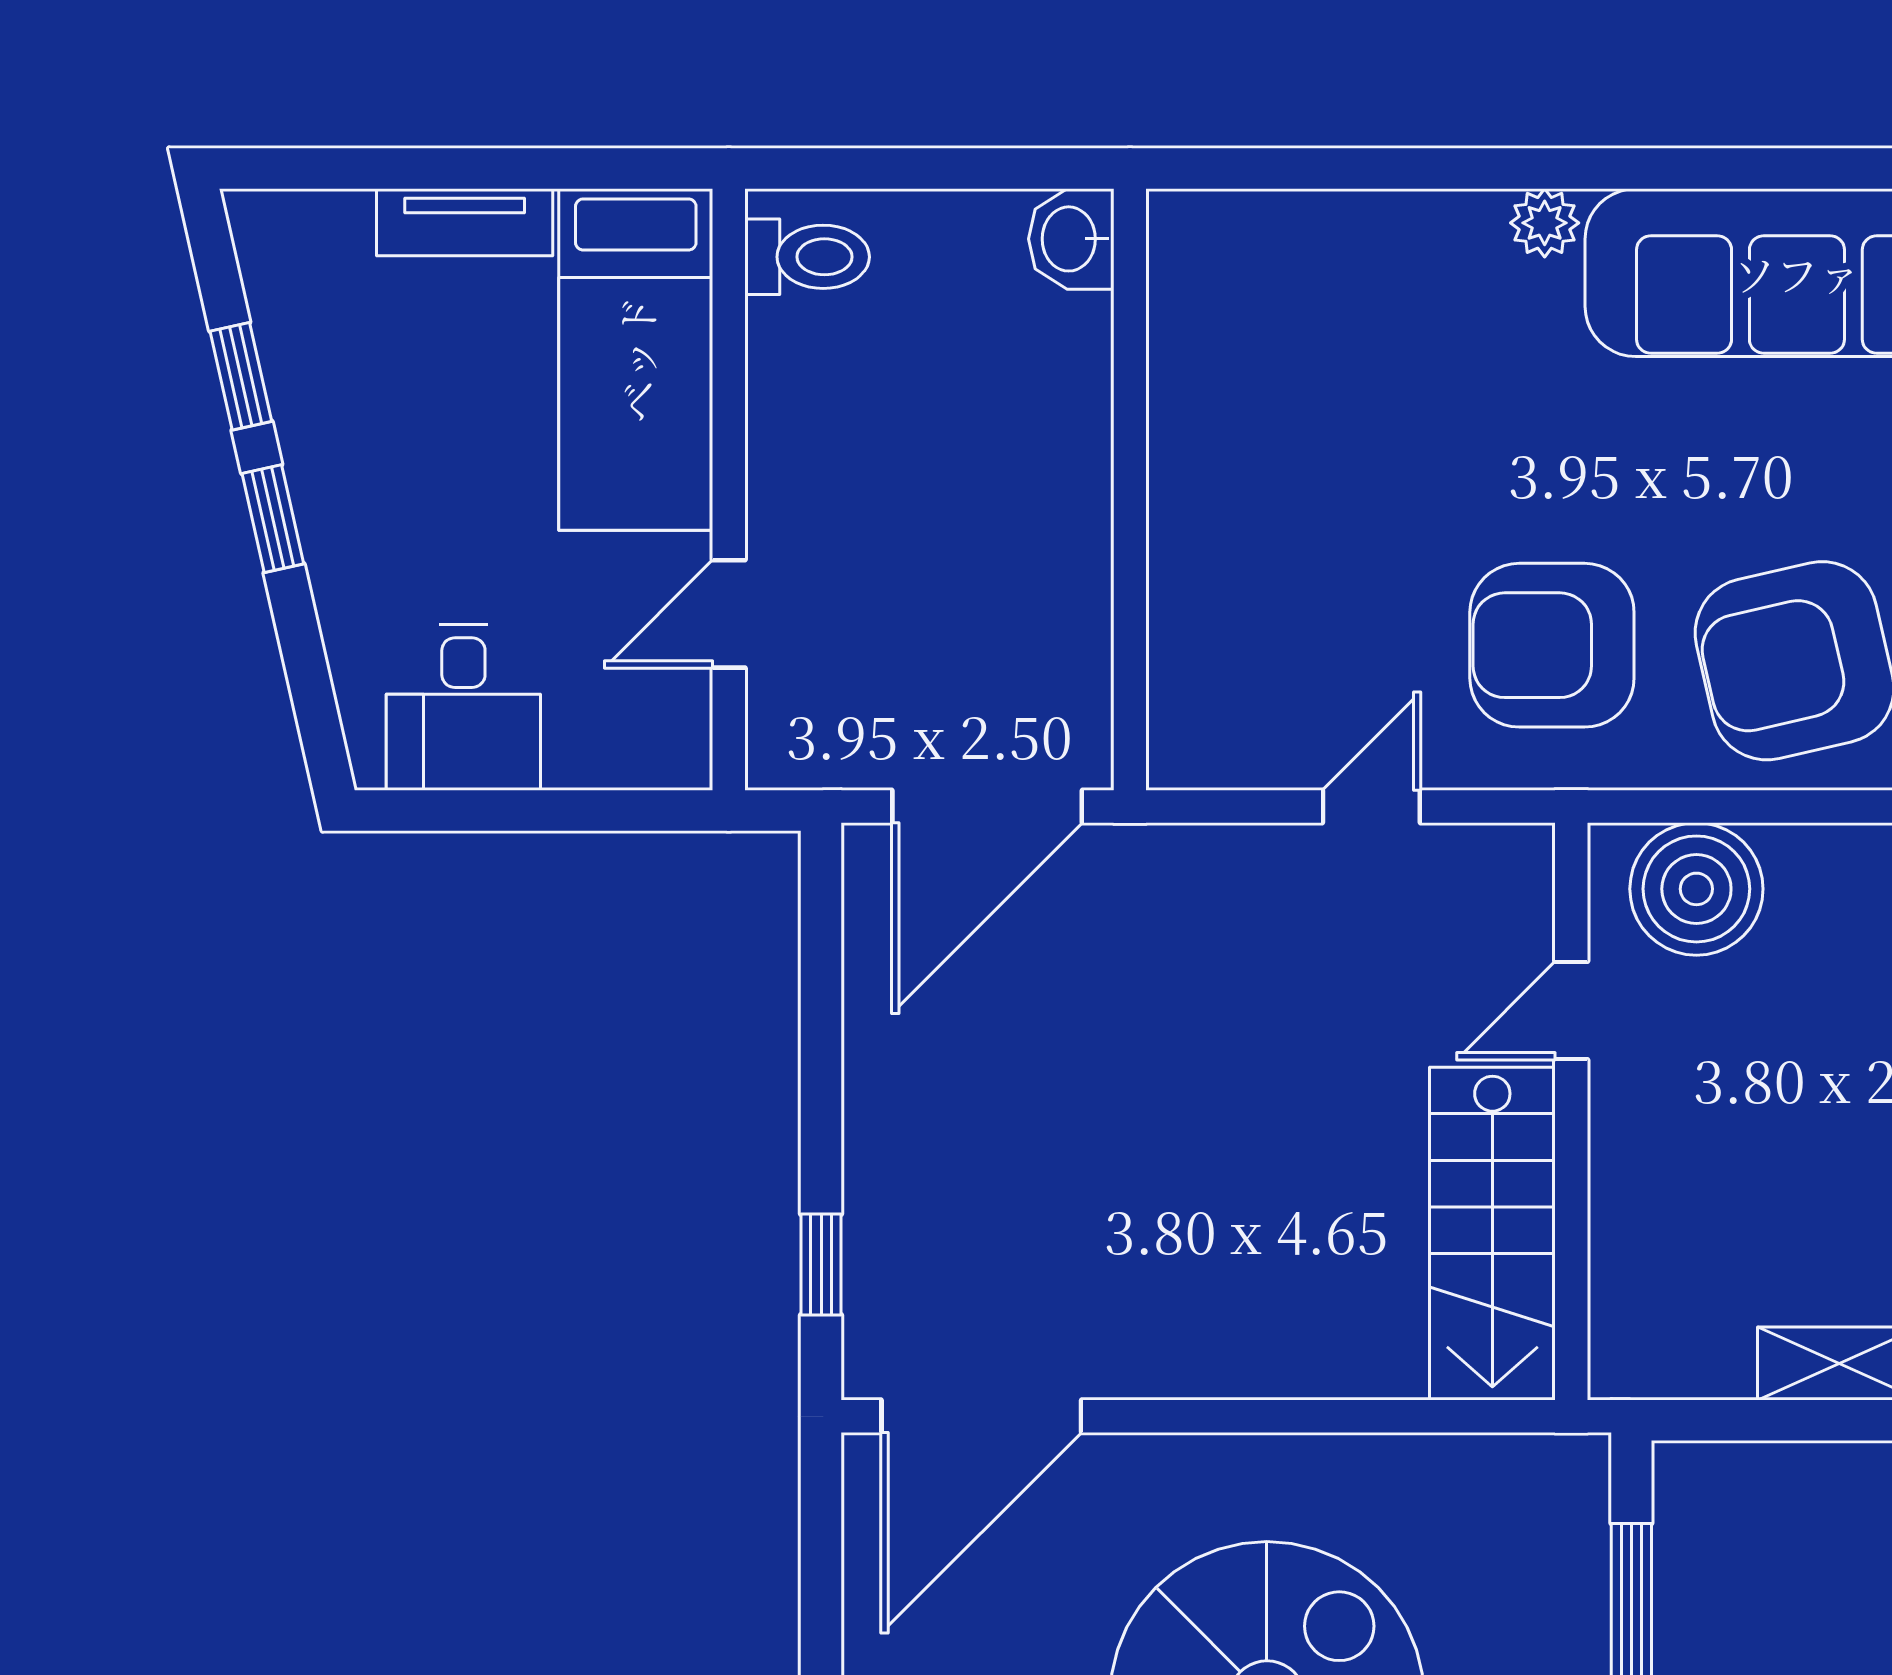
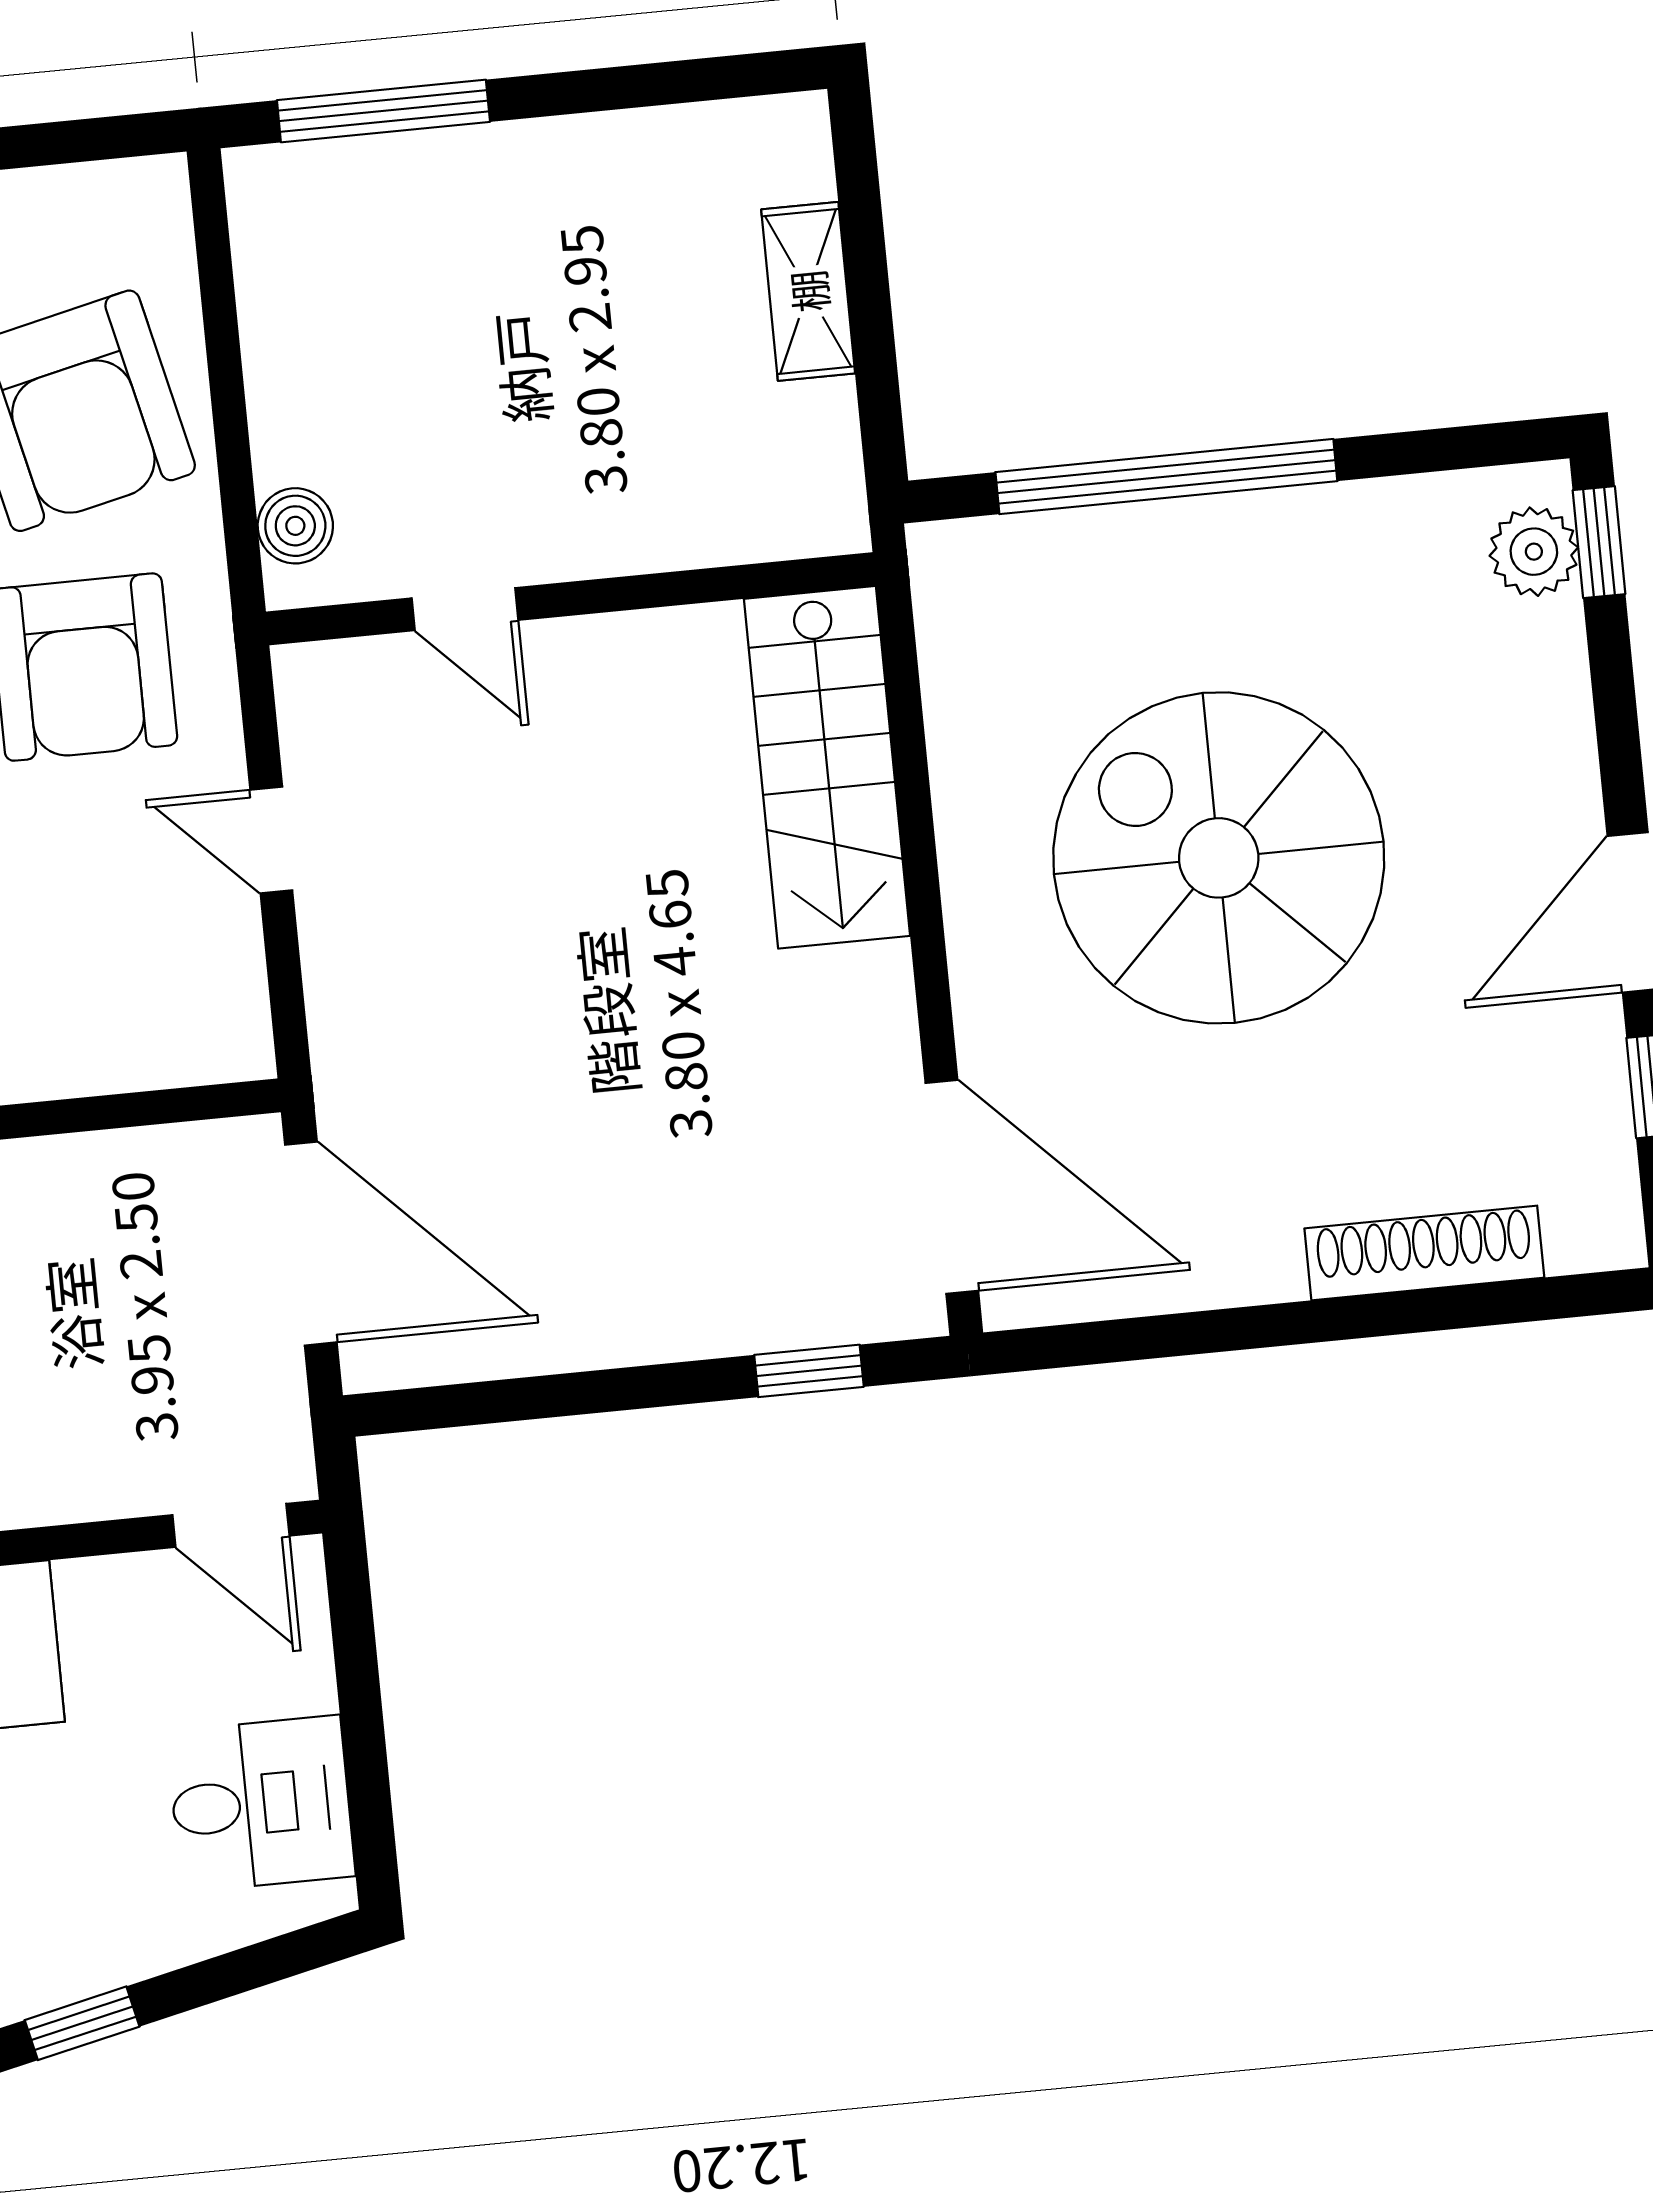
door: (729, 614) -> (231, 1525), moved
boiler: (1696, 889) -> (295, 526), width x0.54, depth x0.54
stairs: (1492, 1234) -> (827, 767), moved, turned 90

